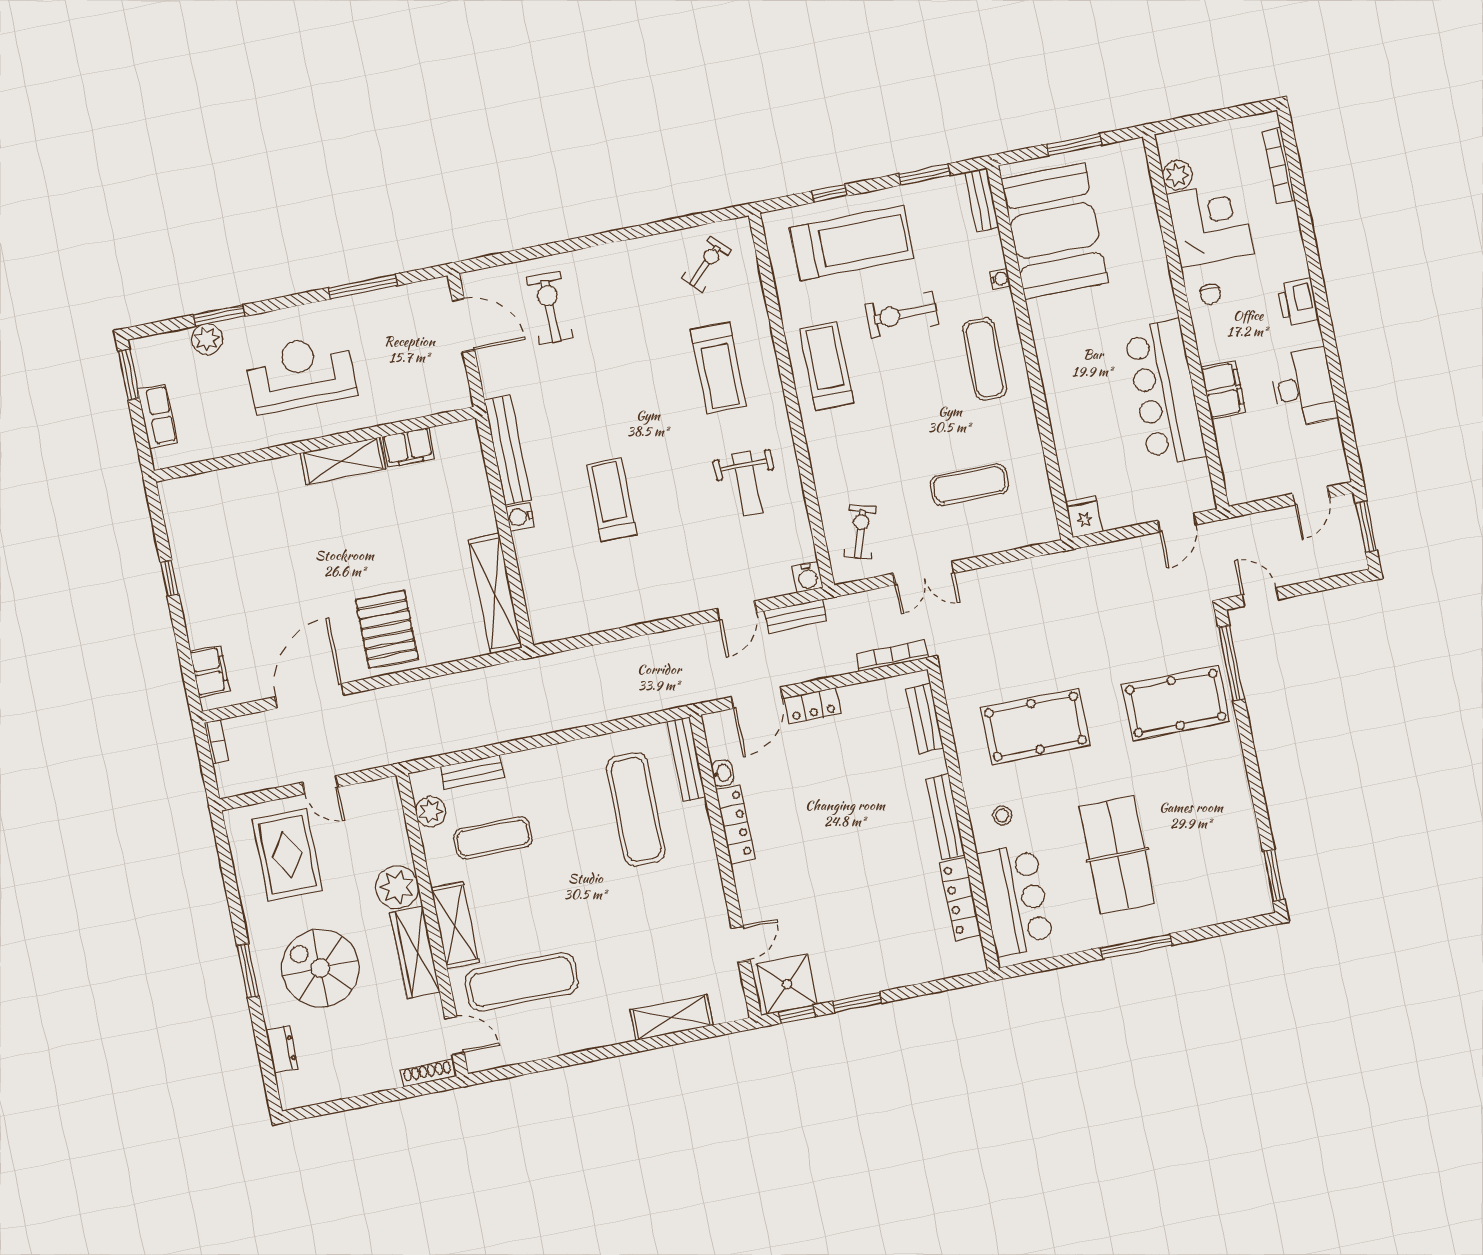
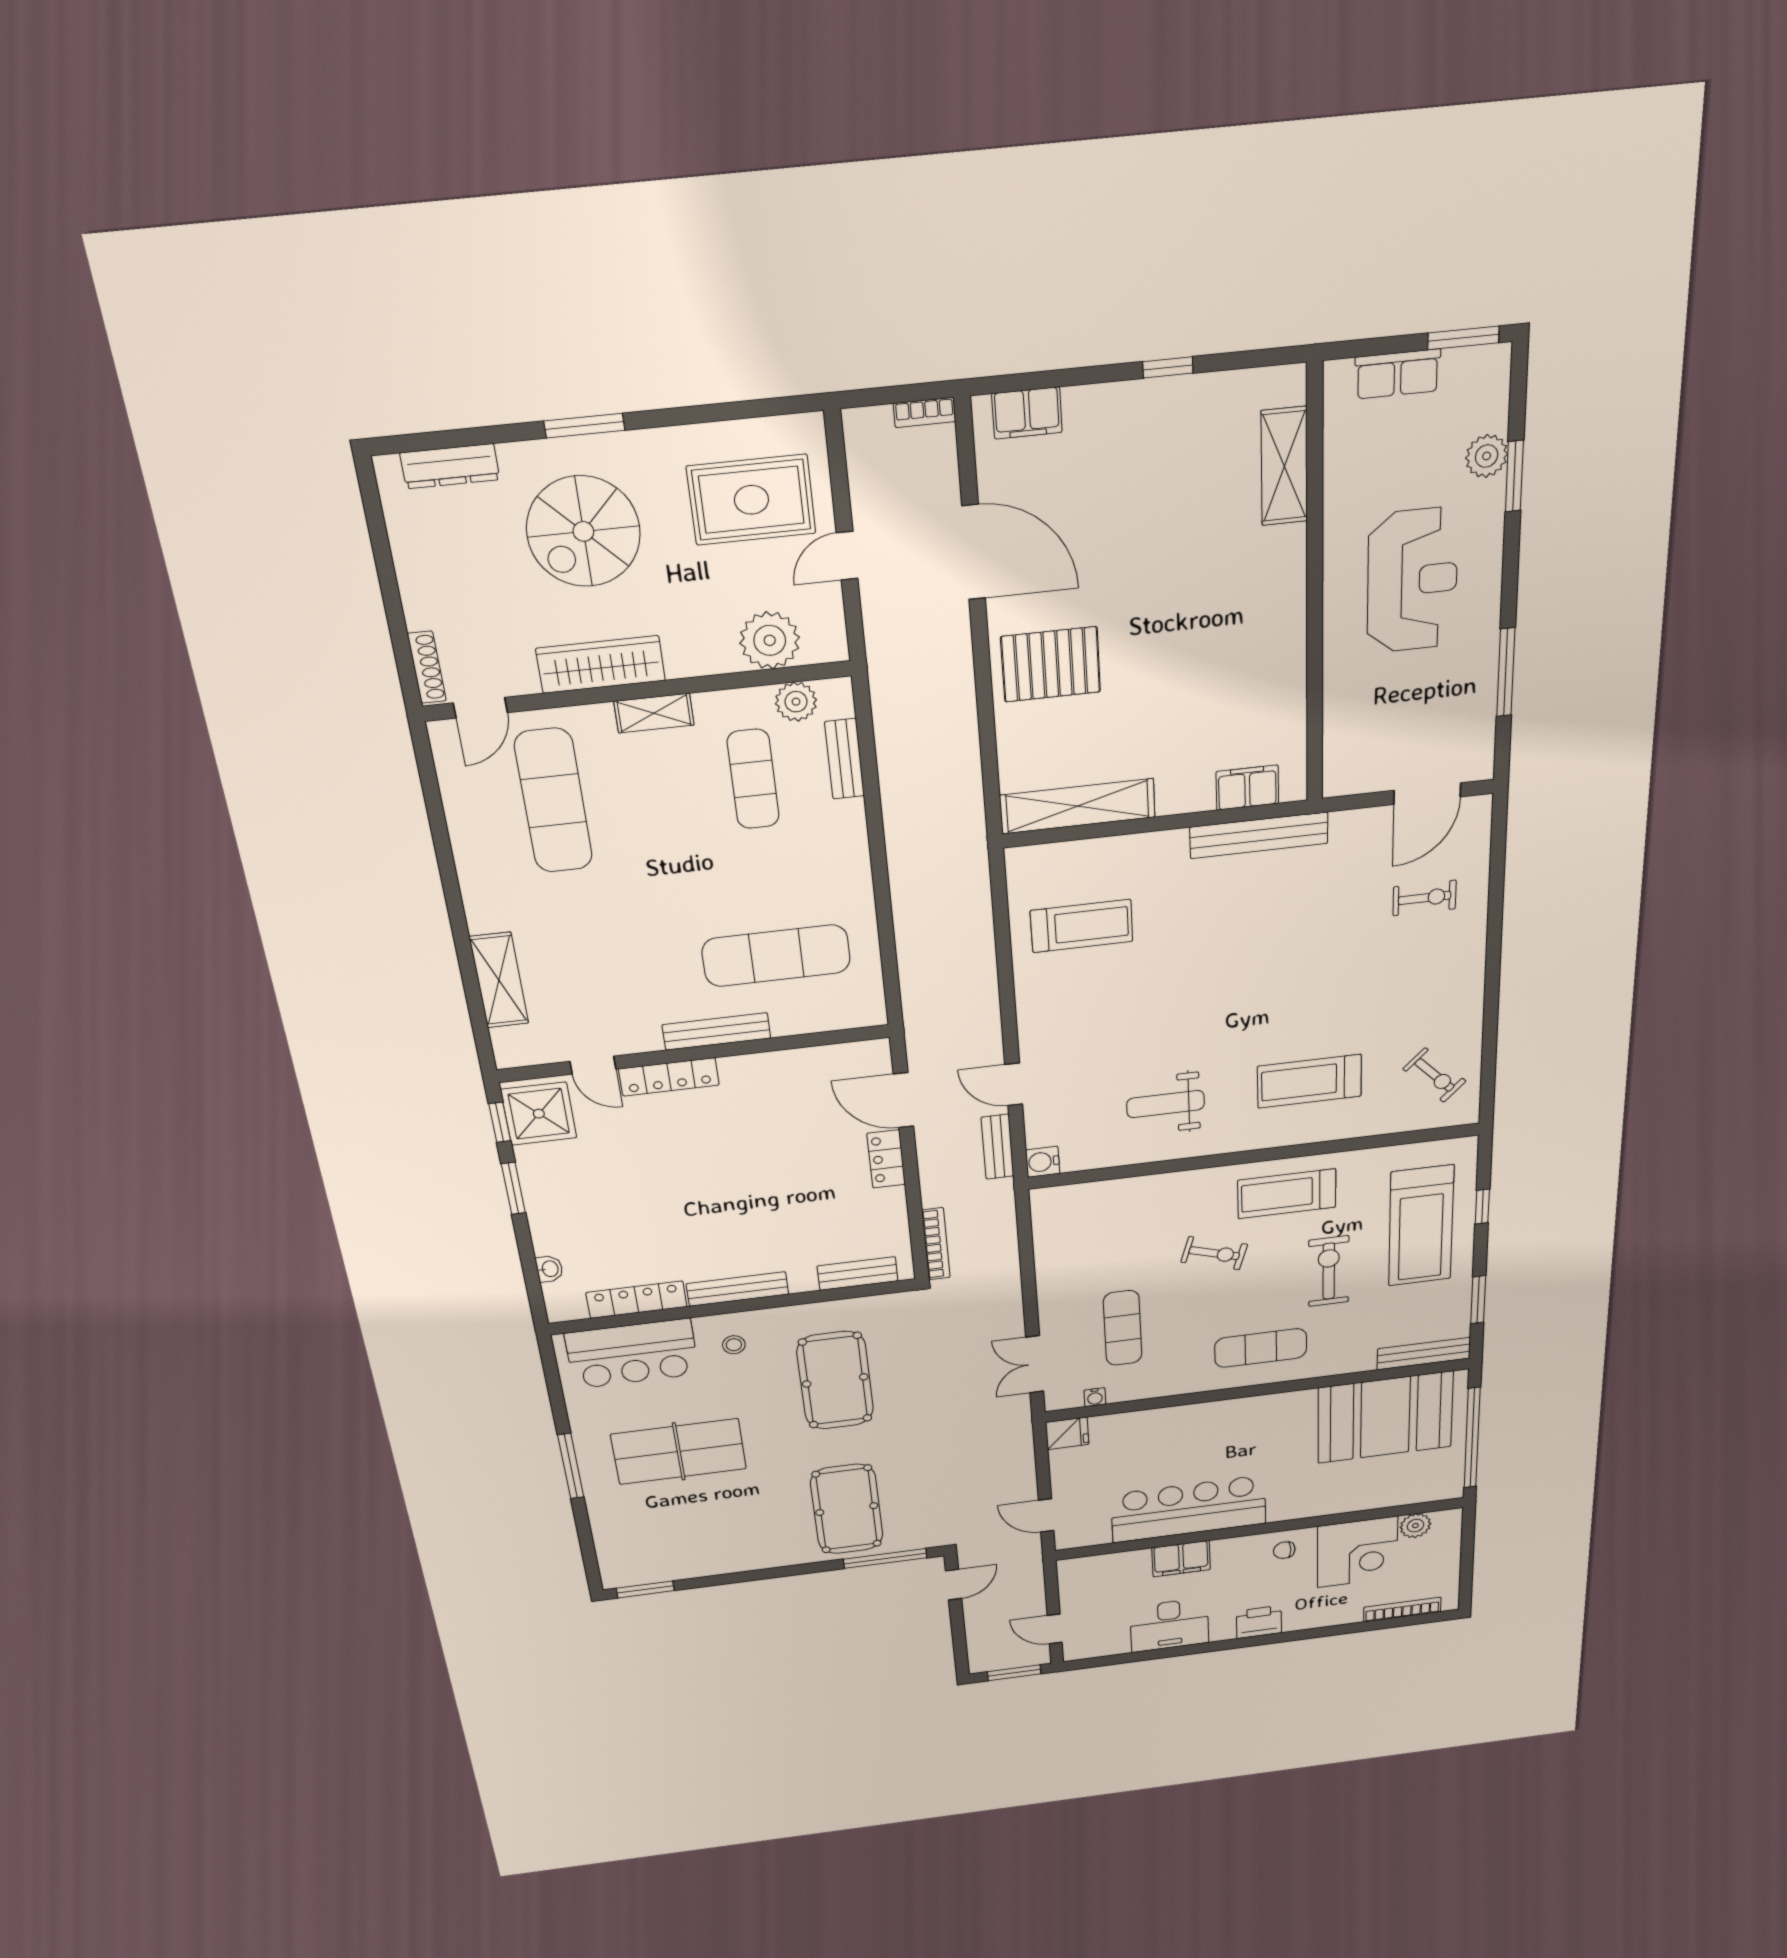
window: (1074, 145) -> (1472, 1438), width x2.11
bench: (982, 200) -> (1424, 1354), width x1.36
water cooler: (1000, 279) -> (1095, 1397), moved
exercise bike: (550, 308) -> (1425, 898), width x0.73, depth x0.72
treadmill: (827, 366) -> (1287, 1194), turned 180
filing cabinet: (408, 447) -> (1247, 788), moved, turned 90
shelving: (343, 461) -> (1284, 466), moved
treadmill: (611, 499) -> (1082, 926), moved
water cooler: (520, 517) -> (1171, 844), removed
exercise bike: (860, 532) -> (1214, 1253), moved
double door: (924, 573) -> (1035, 1364), moved
bench: (686, 759) -> (716, 1031), moved
washbasin: (723, 773) -> (549, 1269), moved, turned -90
locker: (735, 824) -> (669, 1077), moved
plant: (397, 887) -> (770, 640), moved
shelving: (455, 925) -> (654, 713), width x0.67, depth x0.75
spiral stairs: (320, 968) -> (583, 531), turned 180
dresser: (282, 1050) -> (450, 466), width x1.44

